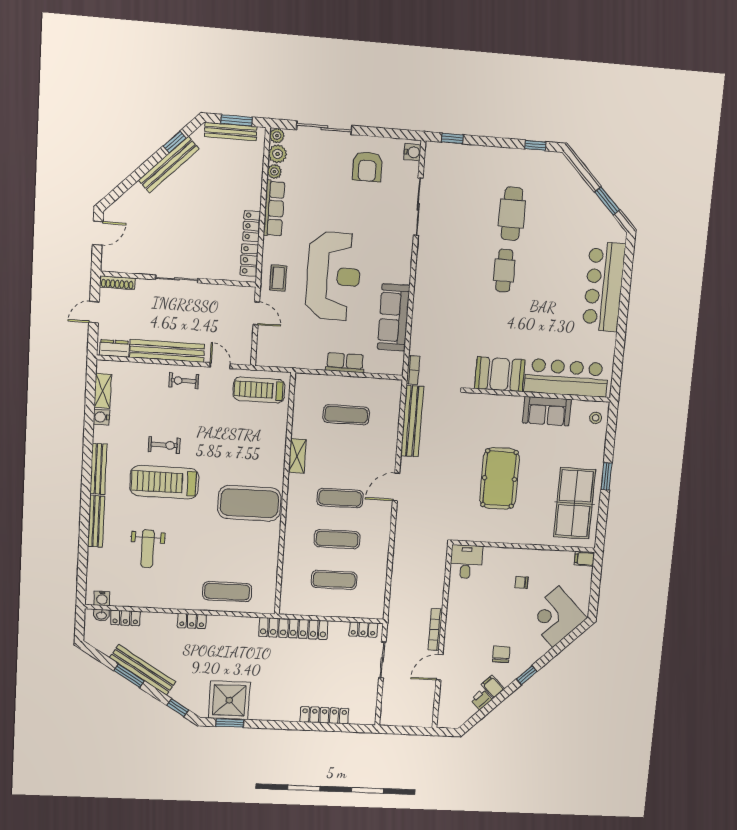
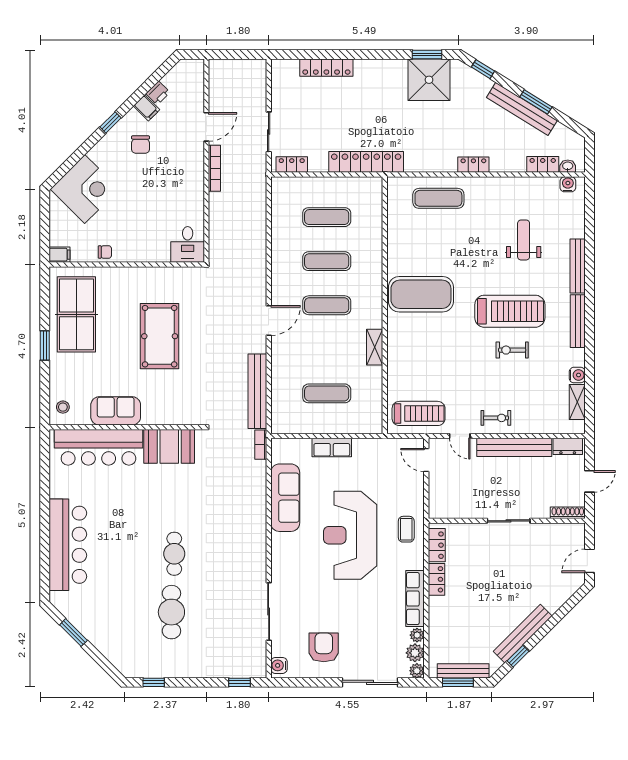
door: (256, 313) -> (426, 460), moved
chair: (521, 582) -> (105, 252), moved

